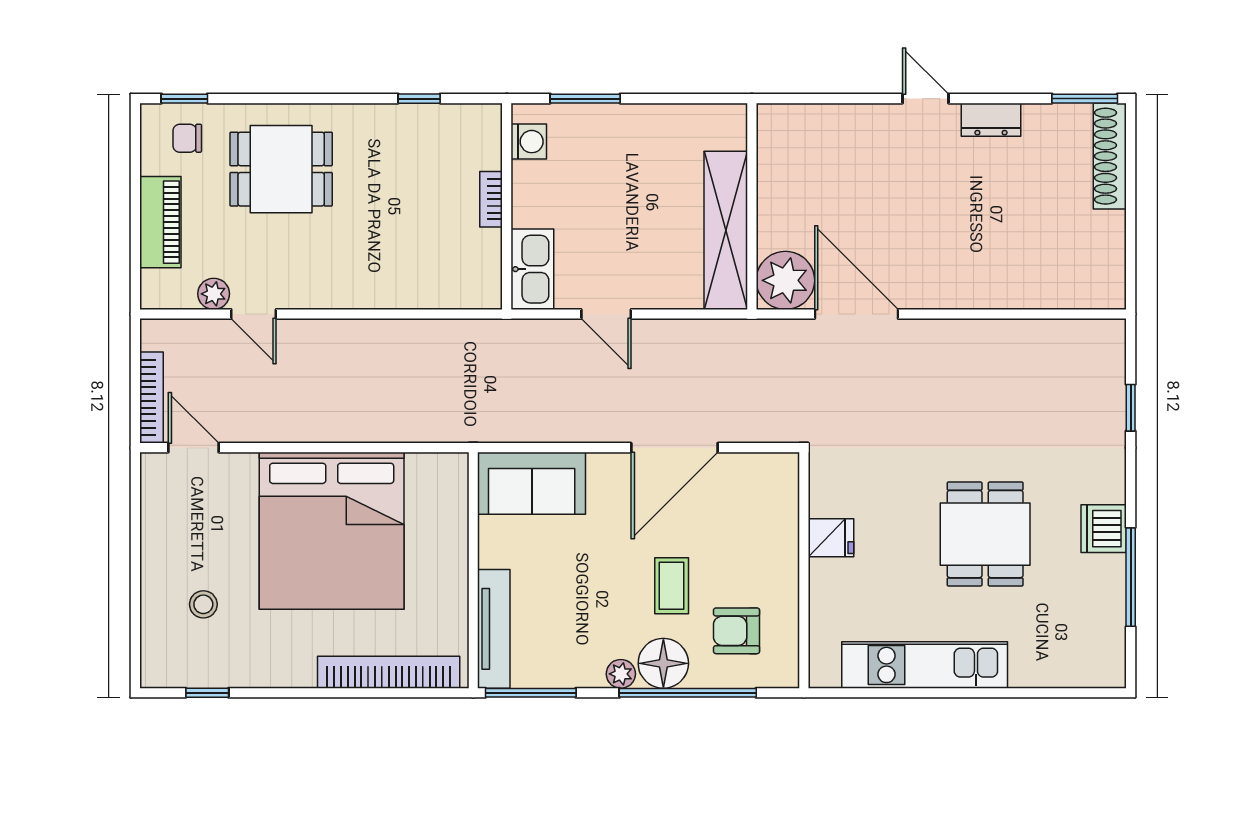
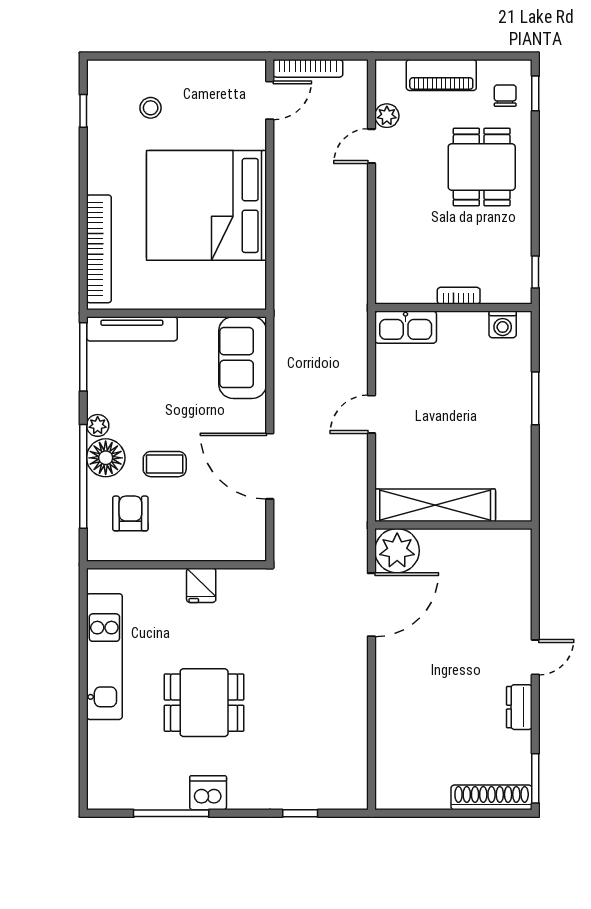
washing machine: (529, 142) -> (503, 324), moved
bookcase: (491, 199) -> (459, 296), moved
wall: (507, 206) -> (453, 308), moved
kitchen sink: (532, 269) -> (406, 327), moved

